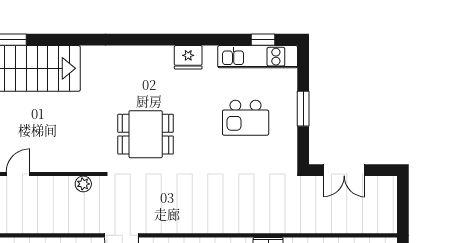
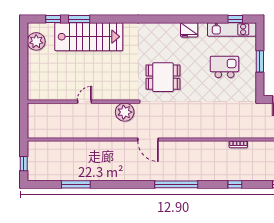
kitchen island: (246, 118) -> (224, 67), turned 180
plant: (83, 184) -> (125, 112), width x1.88, depth x1.88

